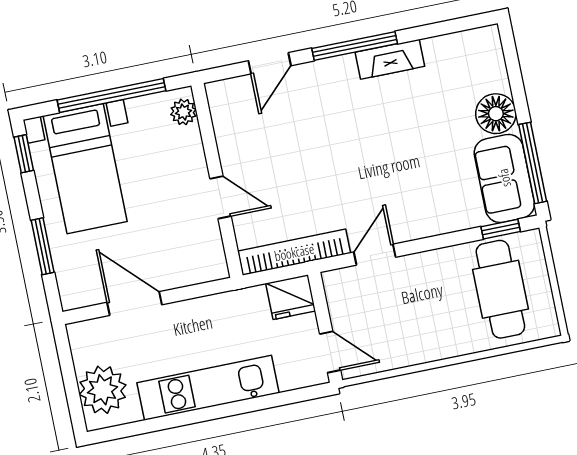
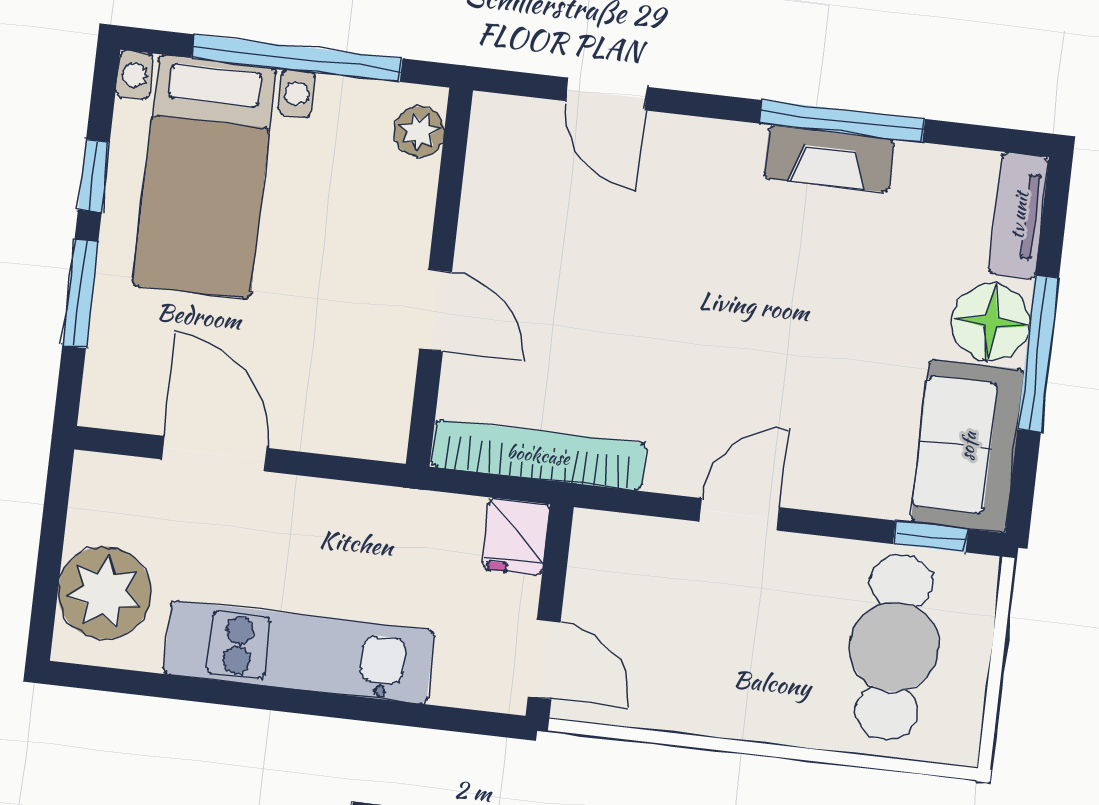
window: (355, 46) -> (842, 121), moved
tv unit: (492, 57) -> (1019, 215), added
door: (270, 63) -> (606, 94), hinge flipped
window: (24, 154) -> (94, 176), moved
window: (533, 163) -> (1038, 353), moved
door: (375, 255) -> (740, 514), moved
fridge: (291, 297) -> (516, 537), width x0.72

